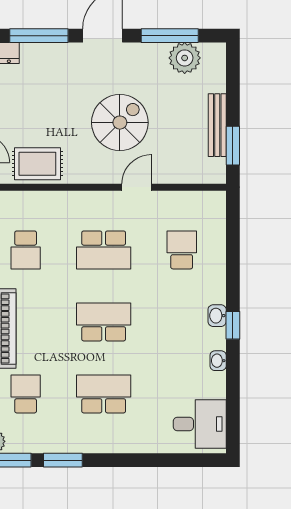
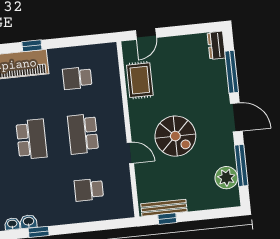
bench: (217, 125) -> (164, 208), moved
window: (233, 146) -> (167, 219), width x0.67
school desk: (182, 250) -> (89, 190), turned 180
washbasin: (217, 316) -> (29, 222), moved

